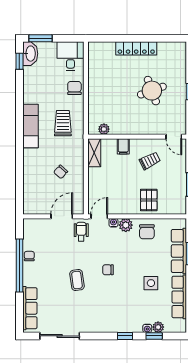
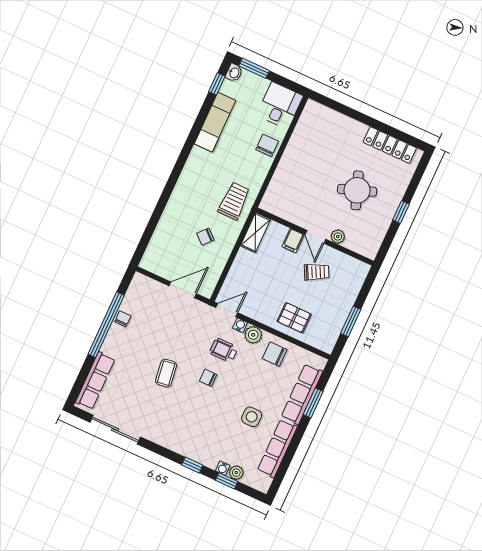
locker: (136, 48) -> (390, 145), moved
washbasin: (30, 54) -> (234, 73), width x0.52, depth x0.69
trolley: (63, 123) -> (234, 201), moved
exam couch: (30, 126) -> (215, 122), moved
plant: (104, 129) -> (338, 237), moved
door: (174, 137) -> (315, 237), moved
pallet: (149, 200) -> (294, 318), turned 90
wheelchair: (81, 232) -> (224, 350), moved, turned -90
chair: (147, 232) -> (275, 354), turned 90

